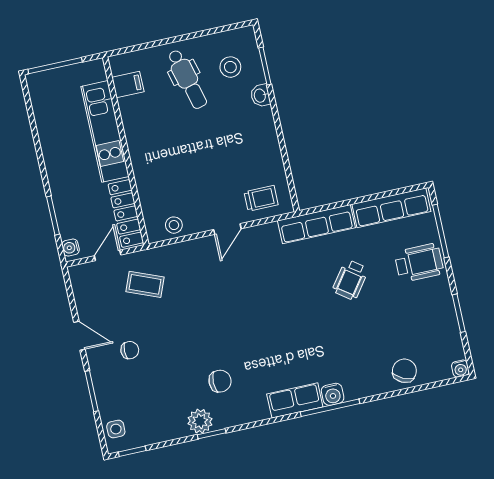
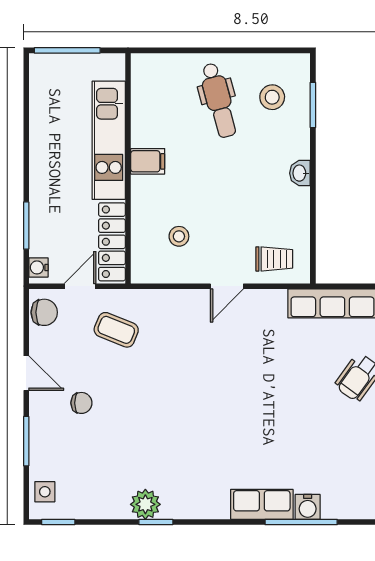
filing cabinet: (128, 85) -> (148, 161), moved
washbasin: (260, 96) -> (300, 173), moved
stool: (174, 225) -> (179, 236), moved
chair: (220, 381) -> (44, 312), moved

